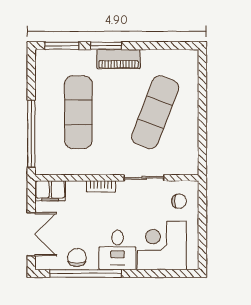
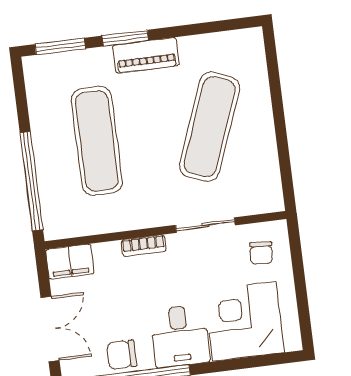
chair: (179, 201) -> (261, 253), turned 94
chair: (77, 258) -> (122, 355), turned -90

